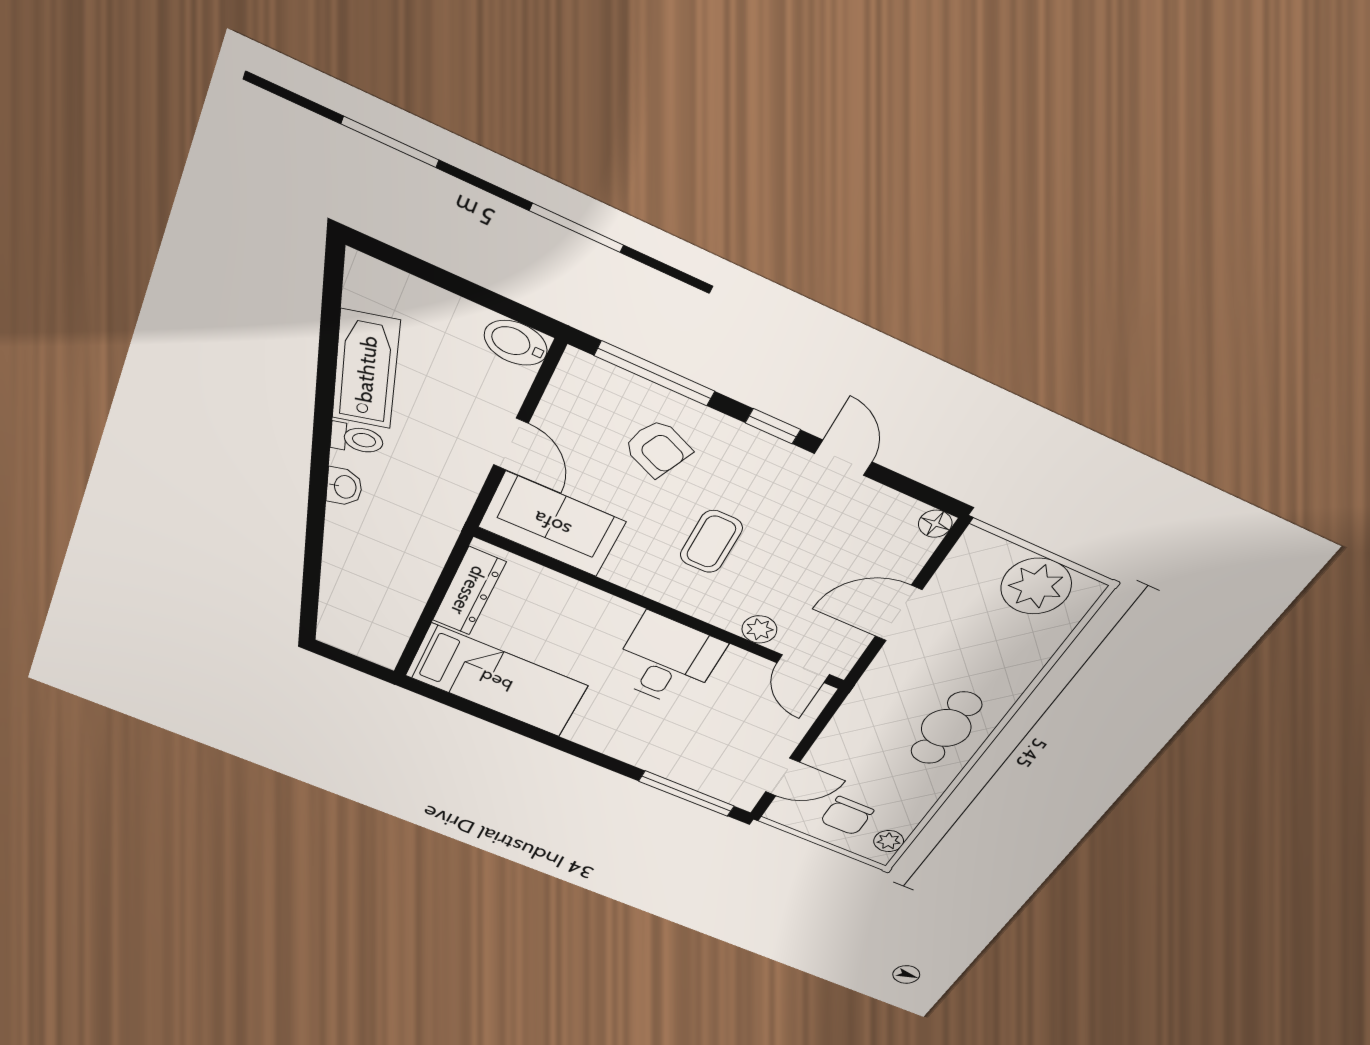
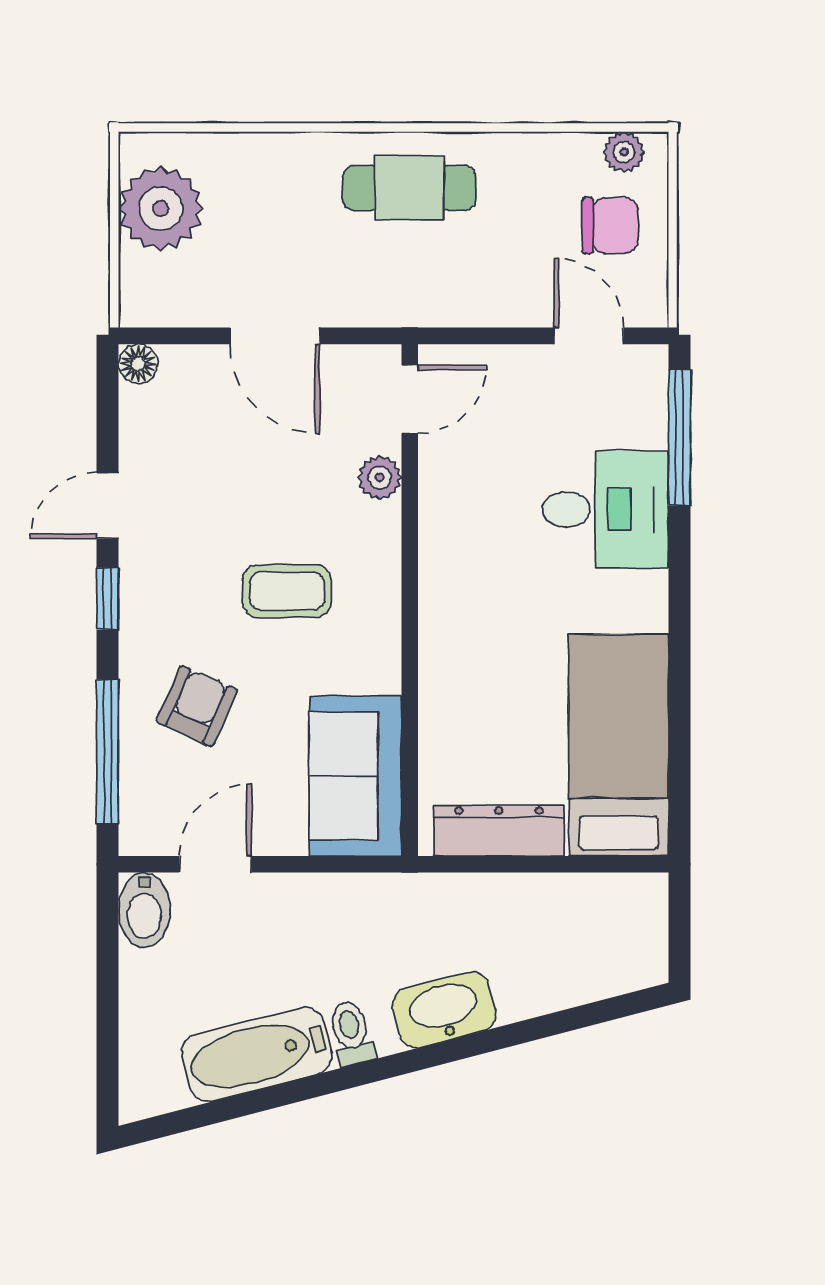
door: (511, 444) -> (215, 864), moved
washbasin: (344, 487) -> (444, 1010), width x1.91, depth x1.45
desk: (667, 661) -> (605, 509), moved, turned 180

